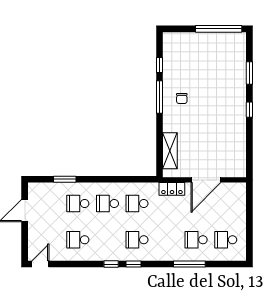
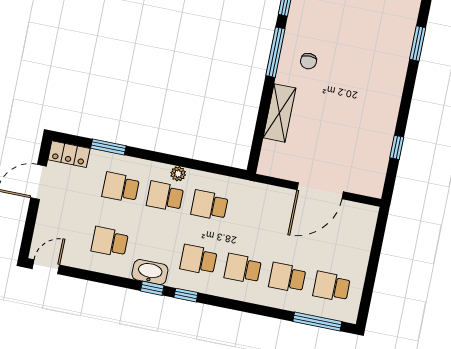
window: (249, 110) -> (397, 147), moved
shelving: (170, 151) -> (279, 113), moved
plant: (113, 187) -> (178, 174), added
locker: (172, 189) -> (69, 154), moved
school desk: (167, 240) -> (243, 269), added
washbasin: (108, 254) -> (150, 272), added
window: (189, 264) -> (317, 322), moved

